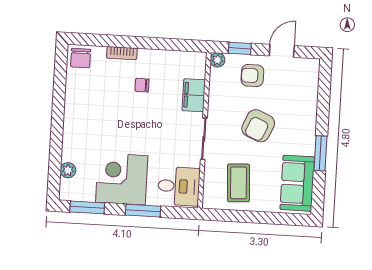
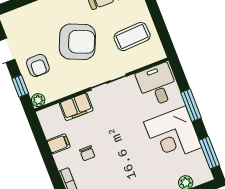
filing cabinet: (165, 61) -> (59, 144), added
armchair: (258, 126) -> (77, 42), width x1.36, depth x1.36

